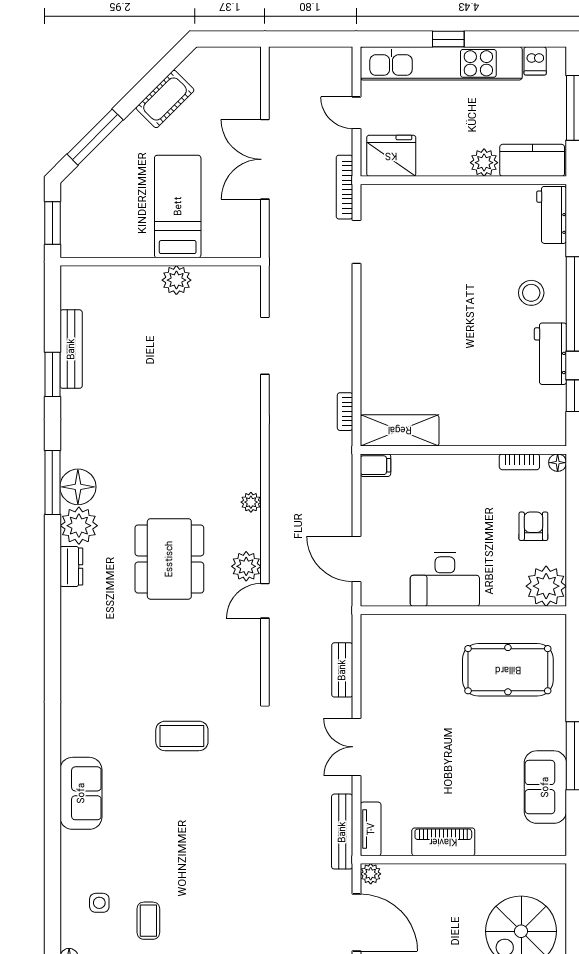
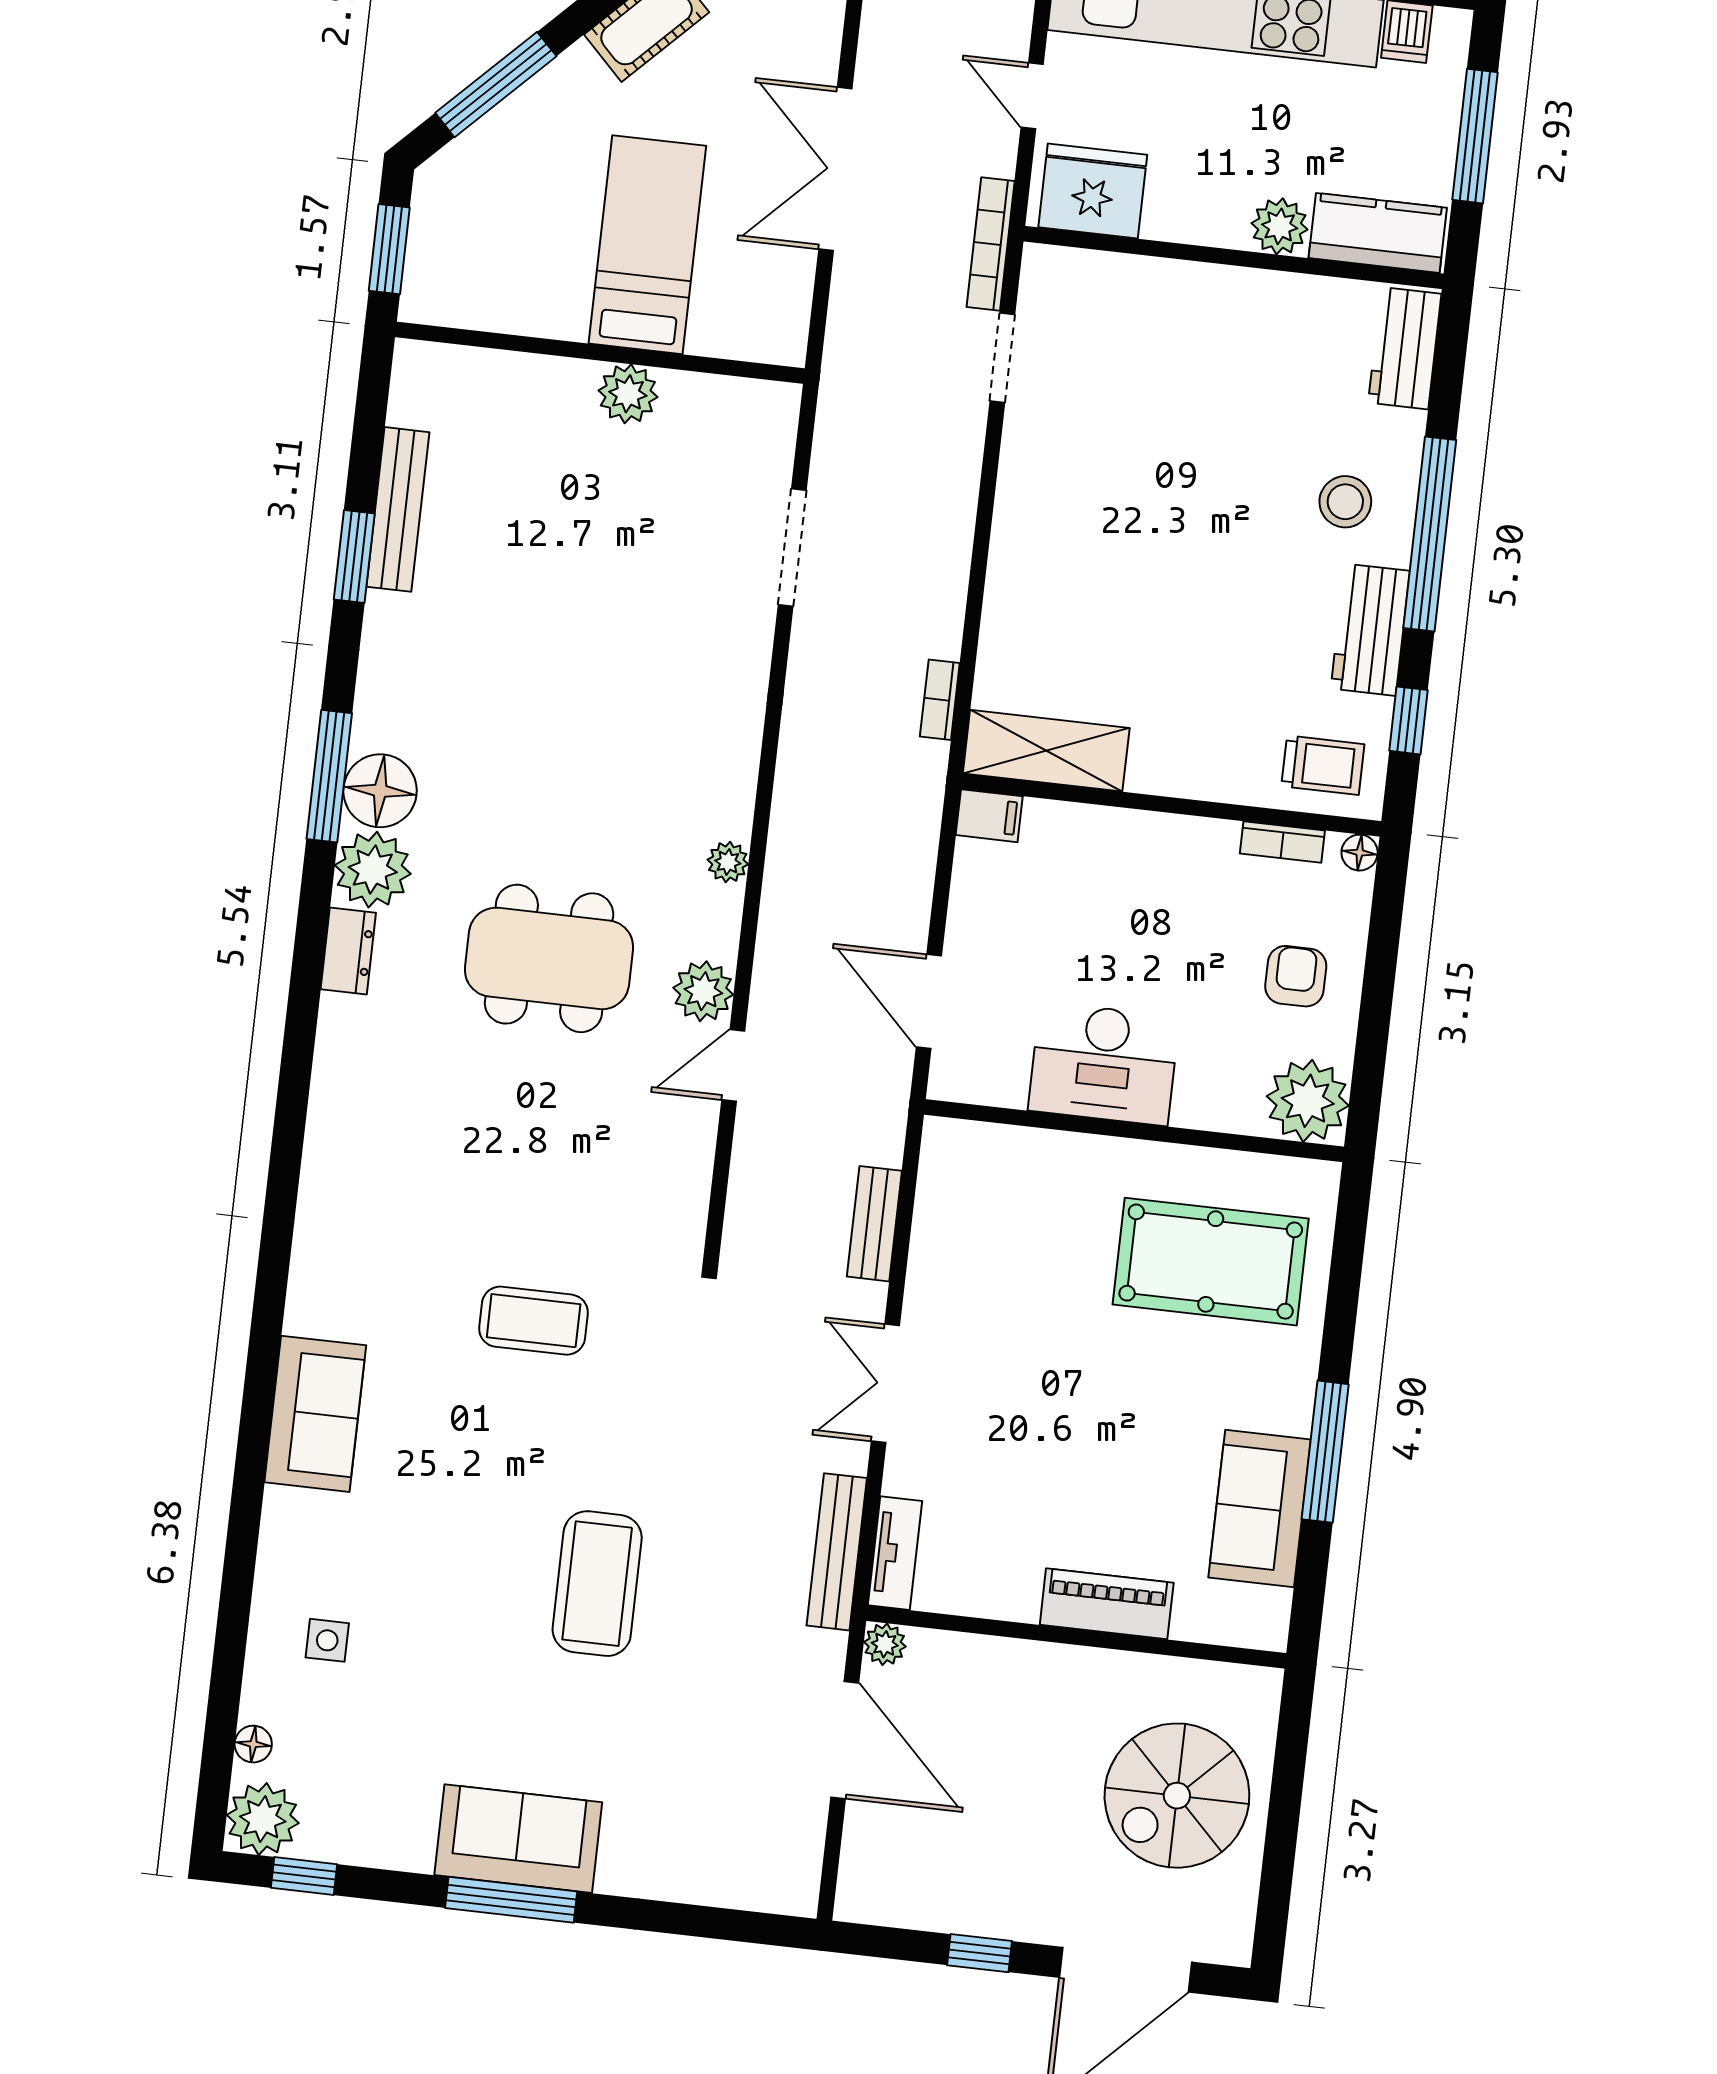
trolley: (535, 422) -> (1323, 765), added
dining table: (169, 559) -> (549, 958), turned 90
piano: (443, 842) -> (1107, 1604), moved
coffee table: (148, 921) -> (597, 1584), moved, width x1.86, depth x1.72

